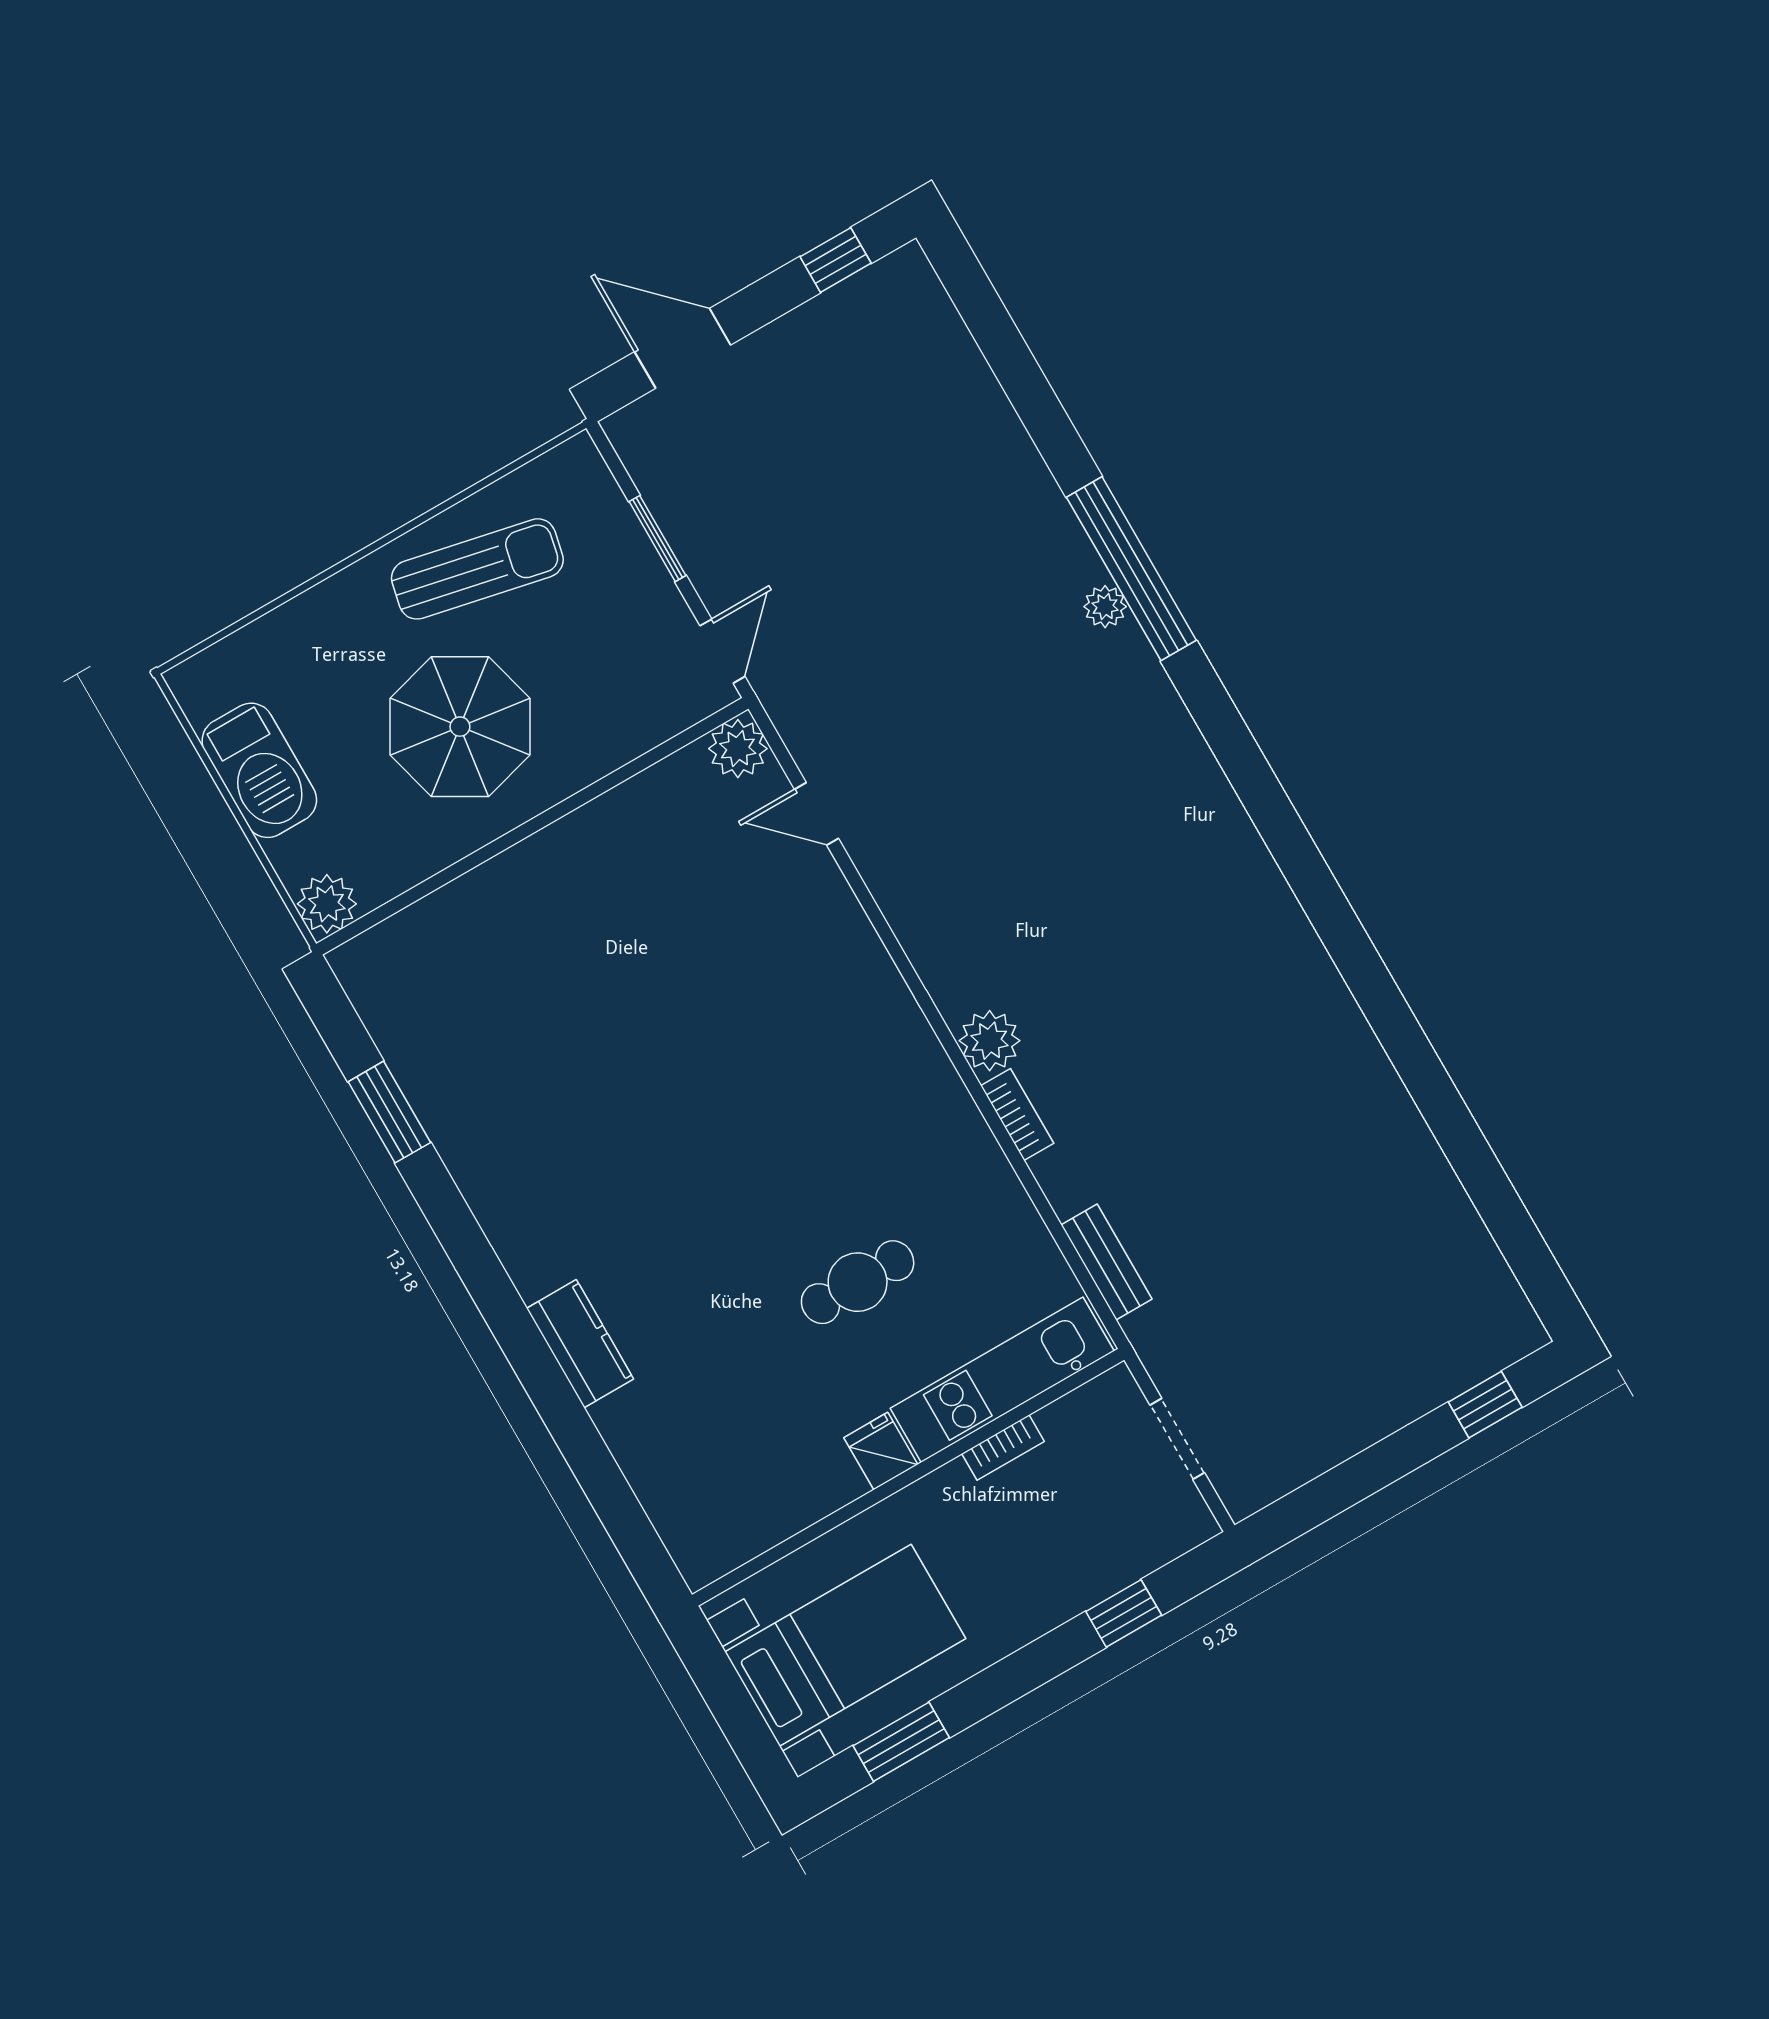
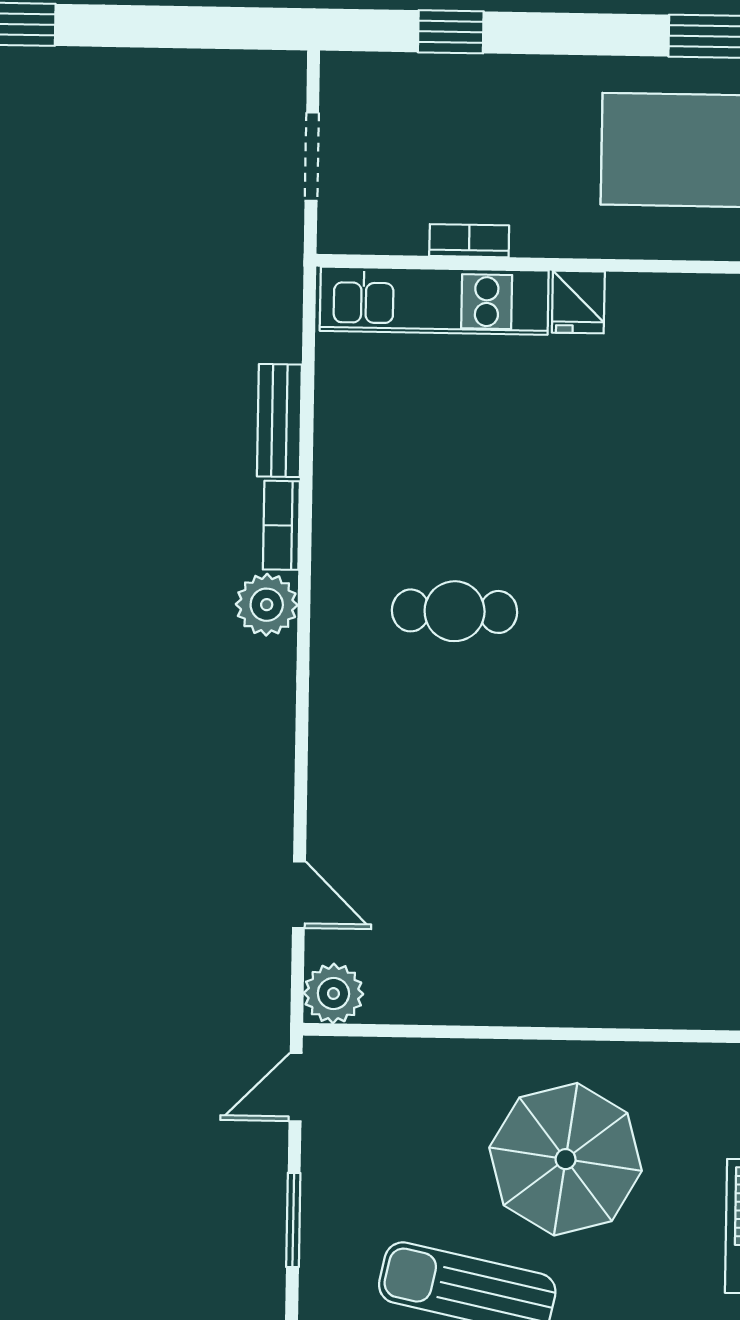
bench: (1107, 1262) -> (279, 421), moved
cafe table: (858, 1282) -> (455, 611), moved

